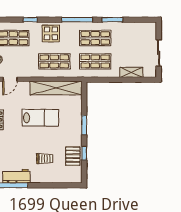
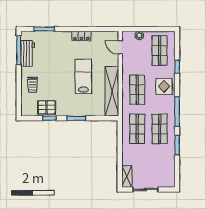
shelving: (131, 72) -> (127, 176), moved
lab bench: (40, 118) -> (83, 76), turned 180
trolley: (45, 159) -> (33, 85), moved

